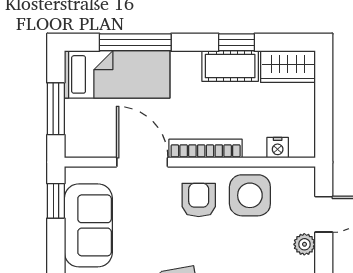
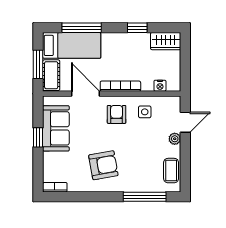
cot: (230, 66) -> (51, 75), moved, turned 90
side table: (250, 195) -> (145, 112), width x0.54, depth x0.54
window: (56, 201) -> (38, 137), moved

